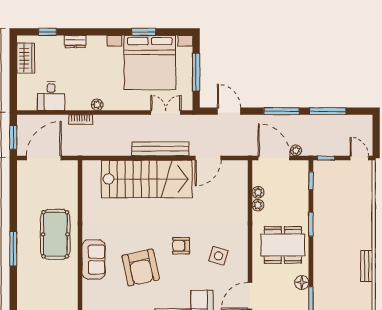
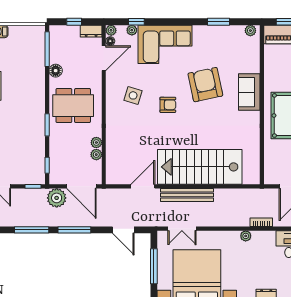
plant: (296, 150) -> (57, 198), width x1.88, depth x1.88

